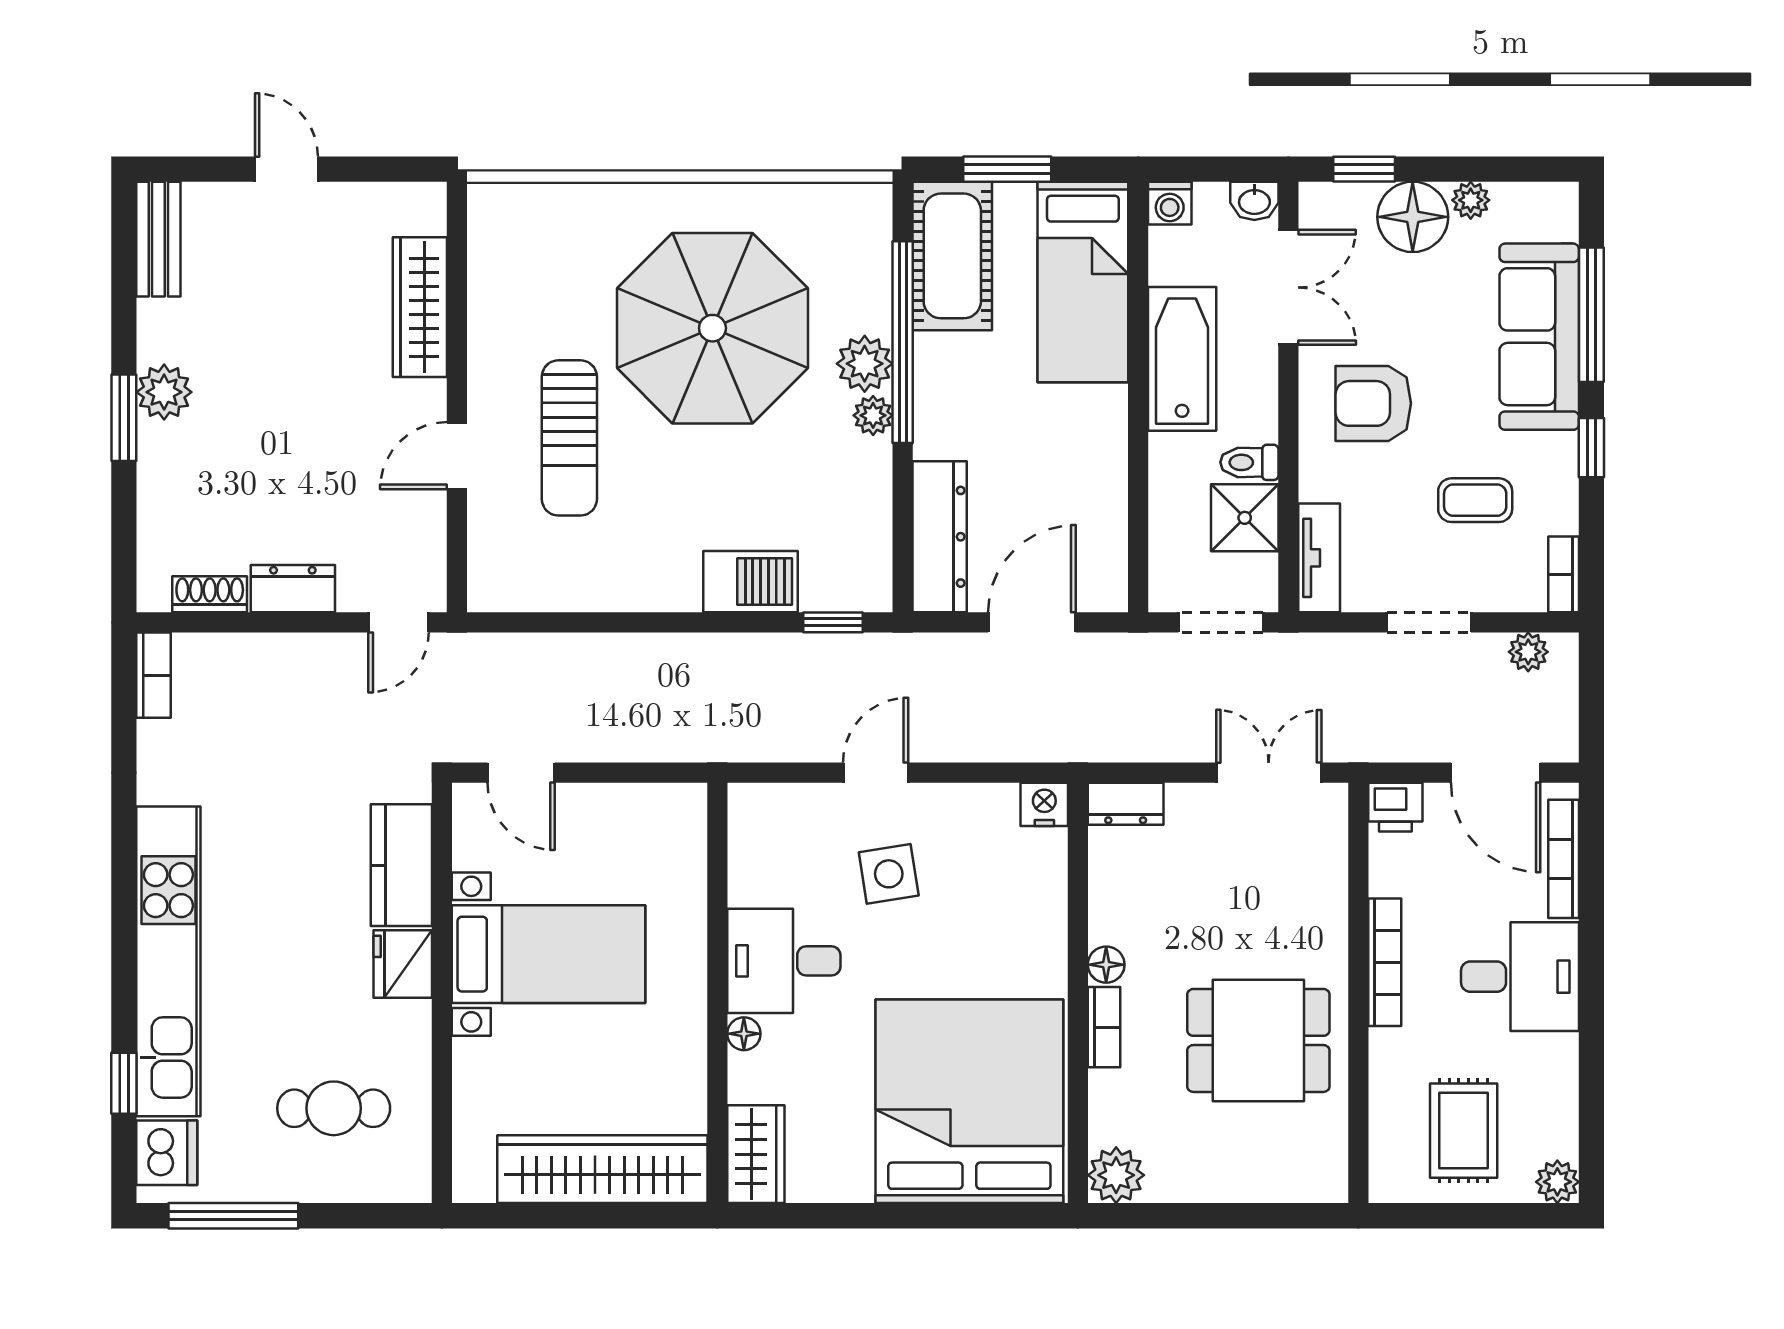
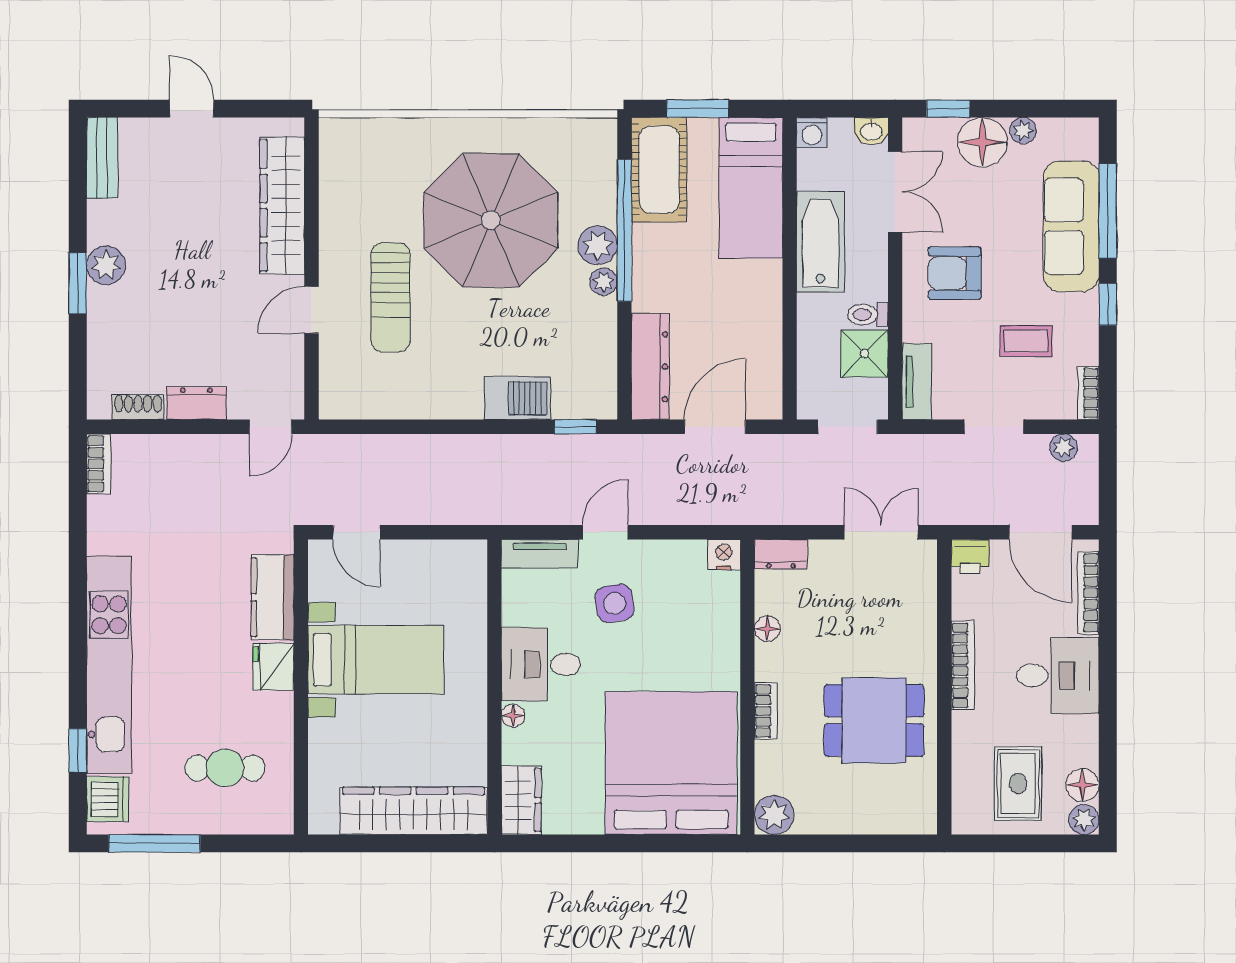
wardrobe: (420, 307) -> (282, 206), width x1.40, depth x1.17
tv unit: (782, 803) -> (540, 554), added
floor lamp: (1106, 965) -> (767, 629), moved
floor lamp: (1555, 1133) -> (1082, 785), added

